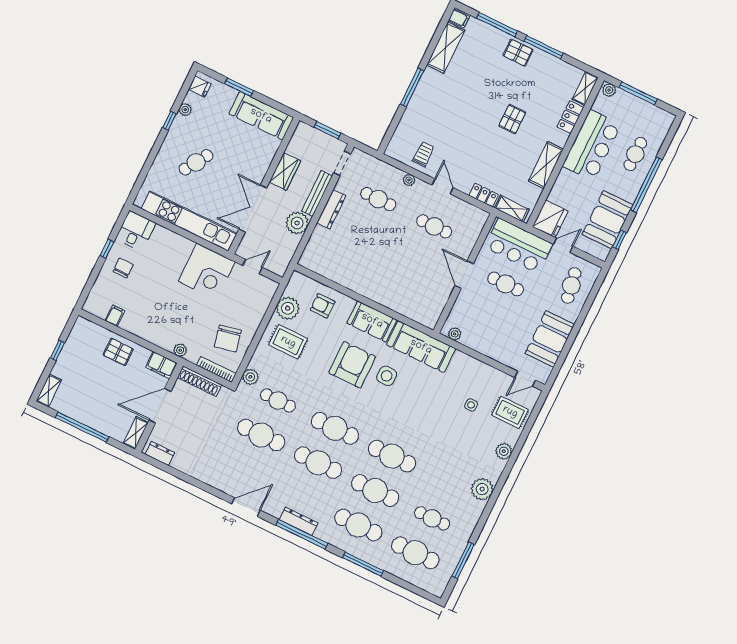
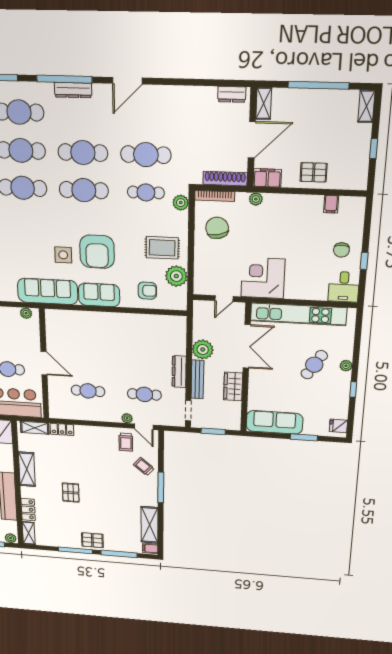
plant: (185, 110) -> (346, 366), moved
trolley: (418, 119) -> (144, 466), added
door: (443, 186) -> (144, 427), moved

